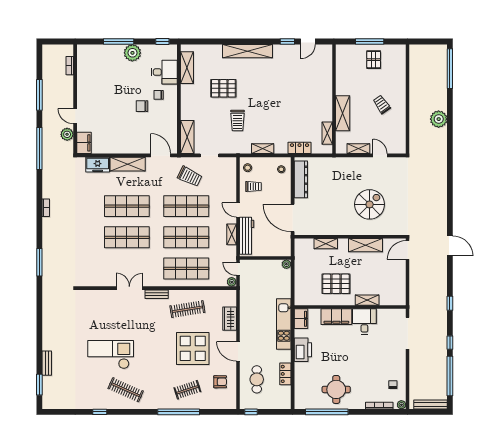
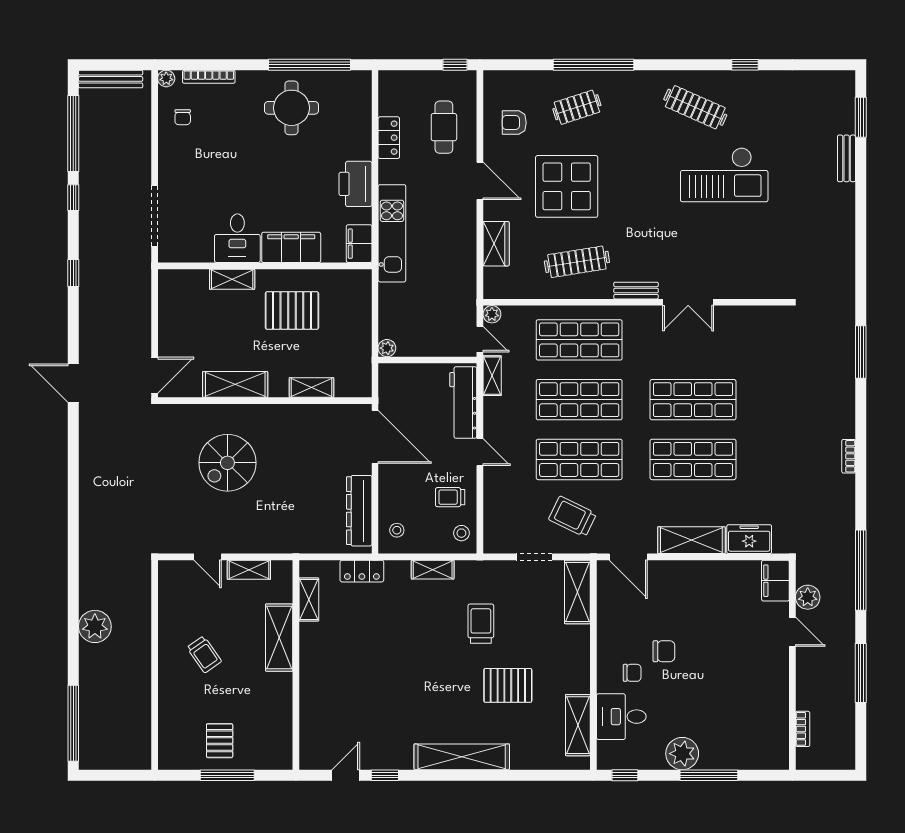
shelving: (232, 234) -> (492, 376), moved

